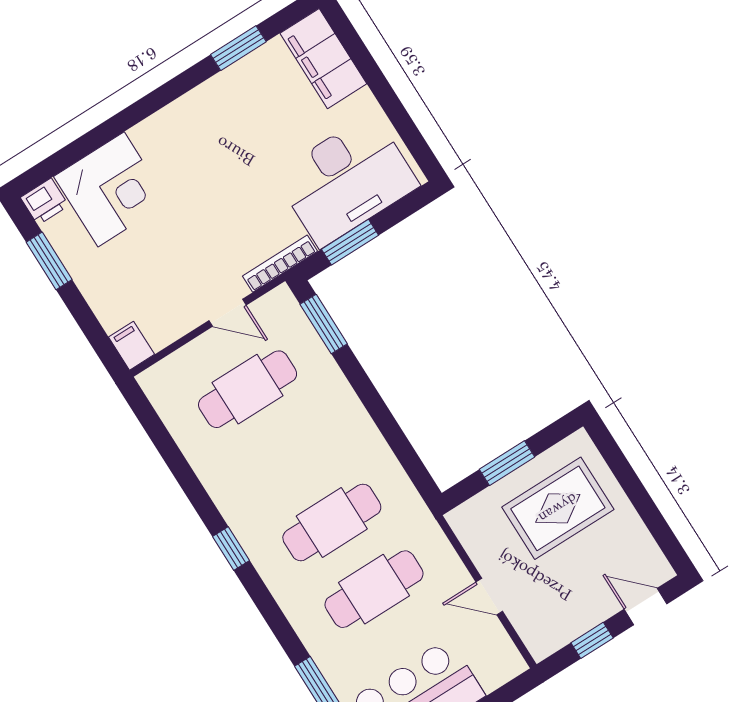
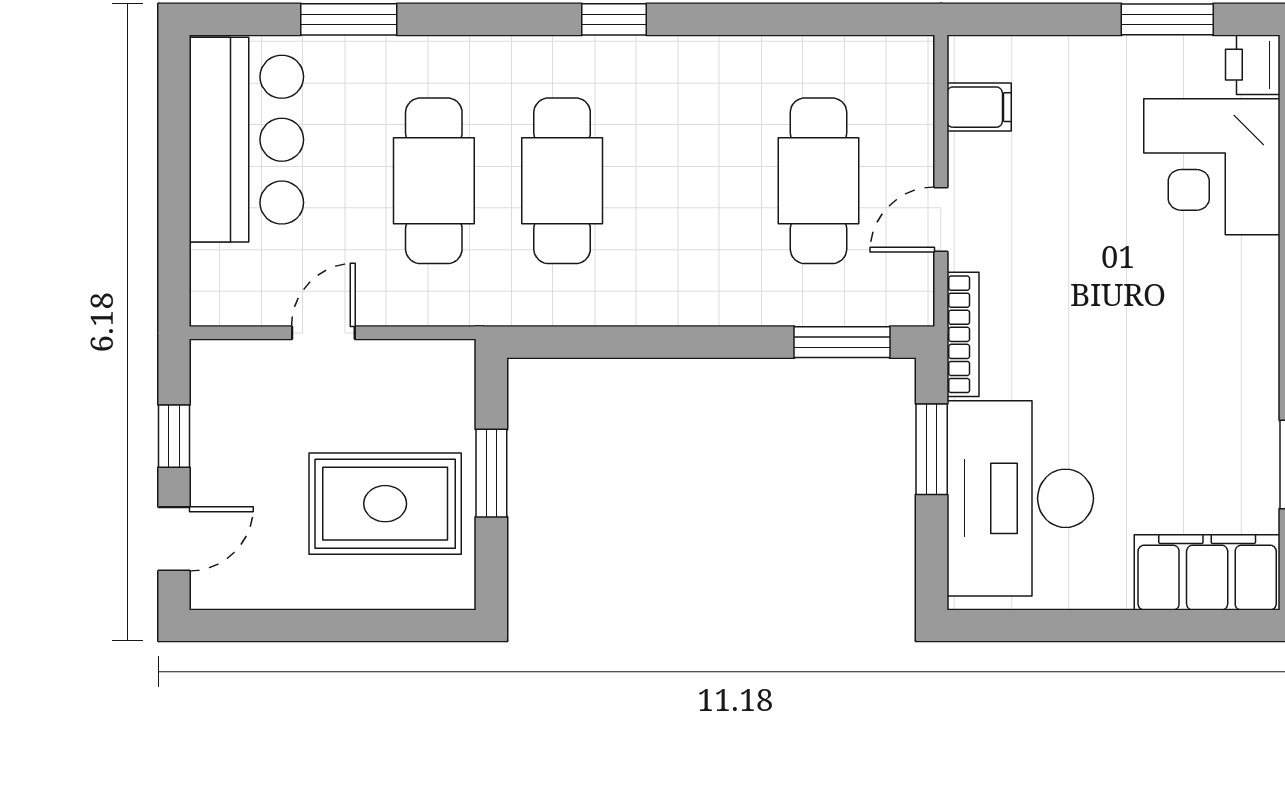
filing cabinet: (132, 346) -> (979, 107), moved
rug: (558, 508) -> (385, 504), turned 90

